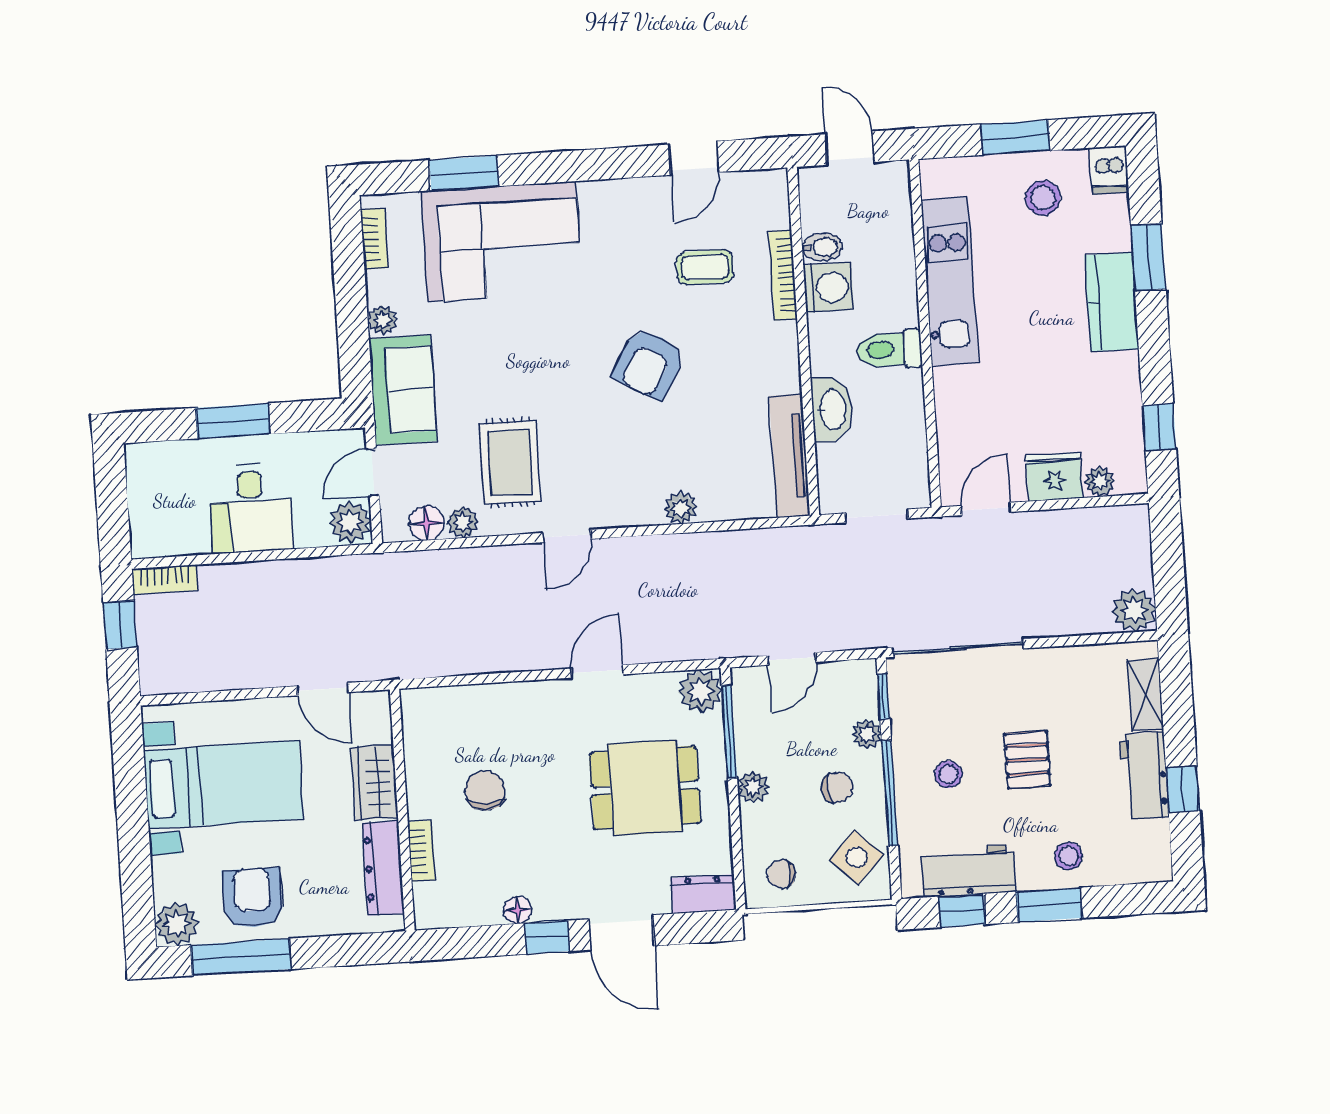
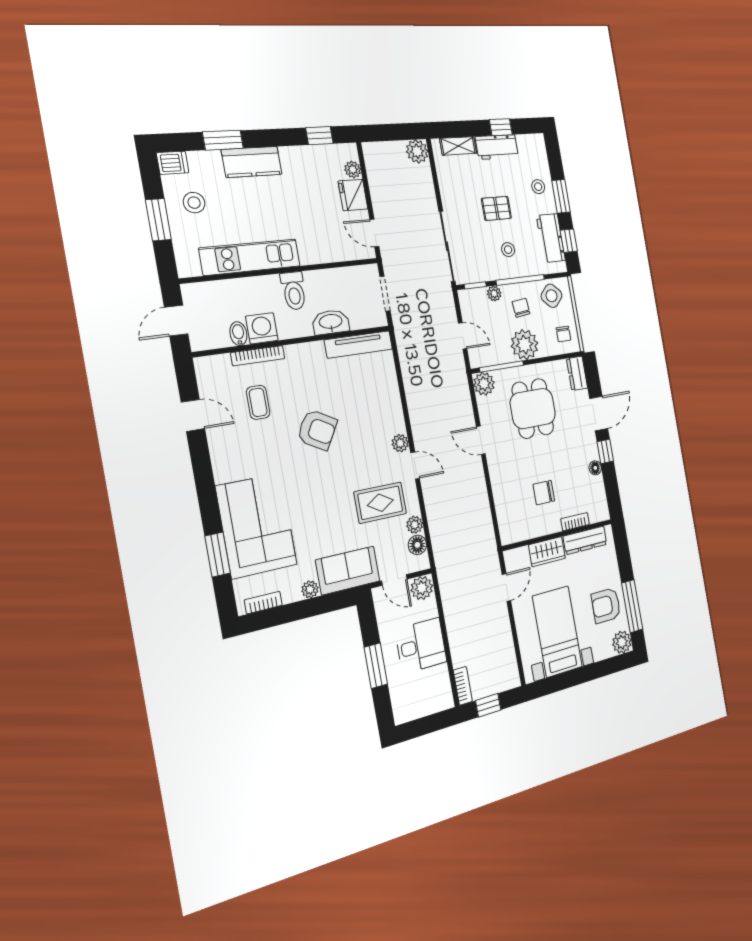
plant: (680, 508) -> (400, 443), moved
plant: (753, 787) -> (525, 345), width x1.88, depth x1.88

